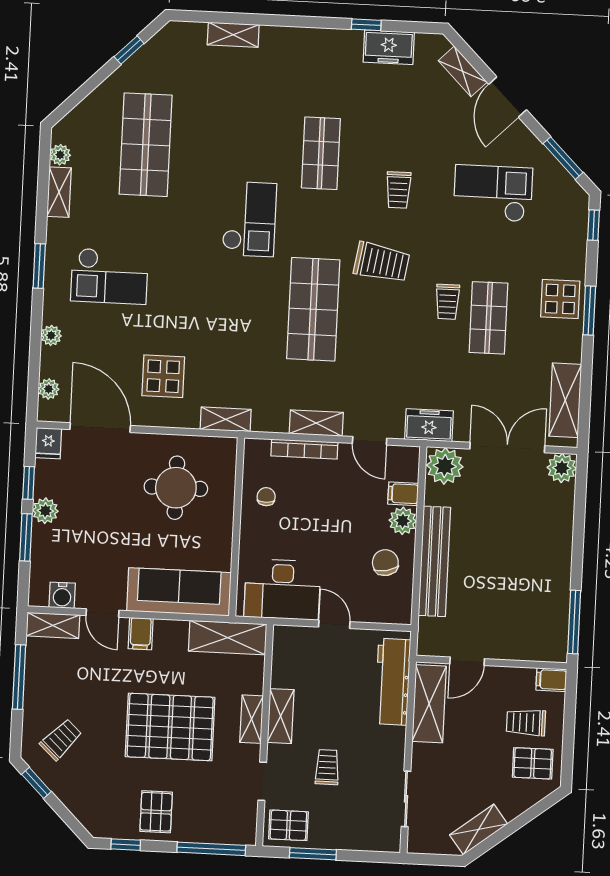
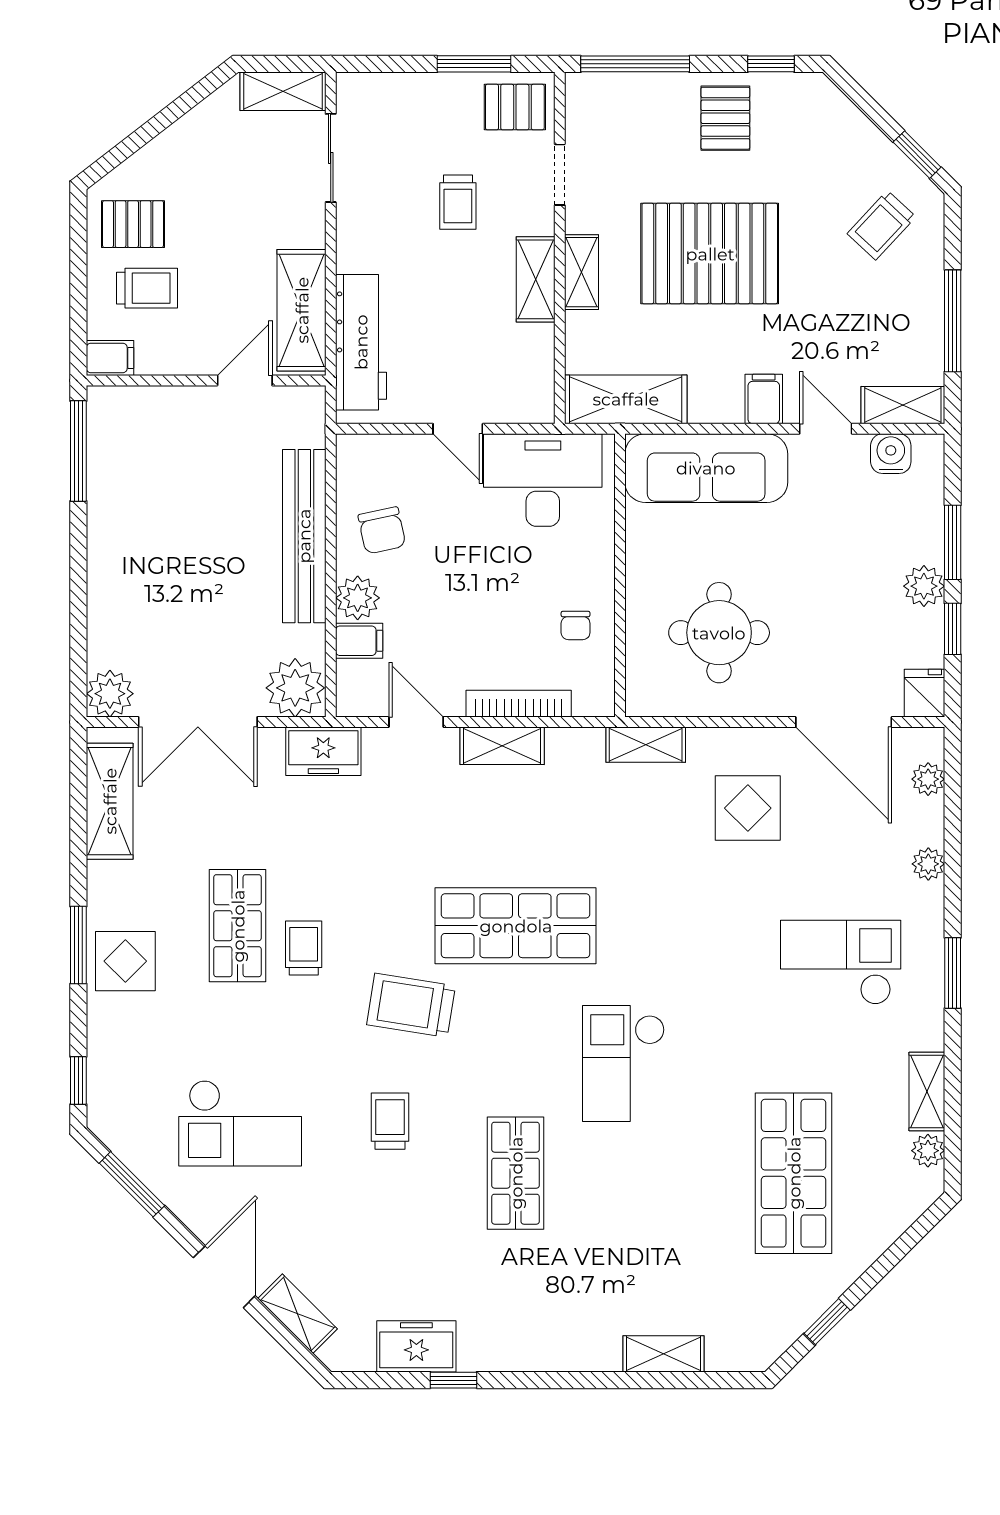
shop shelf: (313, 309) -> (516, 926), turned 90
shelving: (479, 829) -> (283, 91), moved, turned 38

